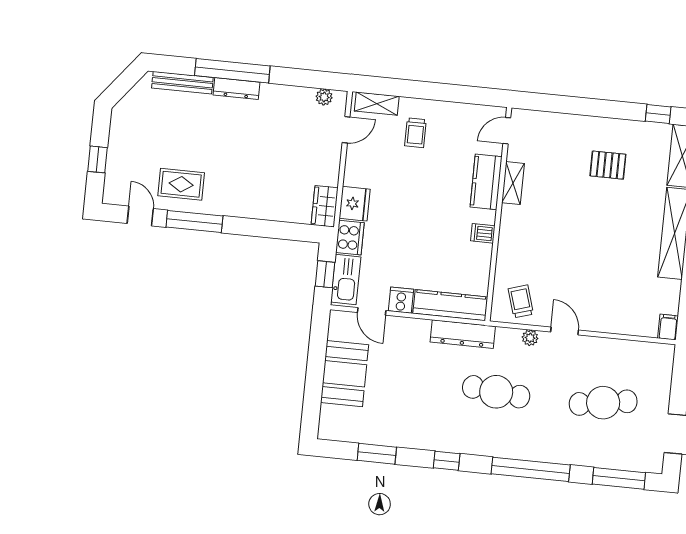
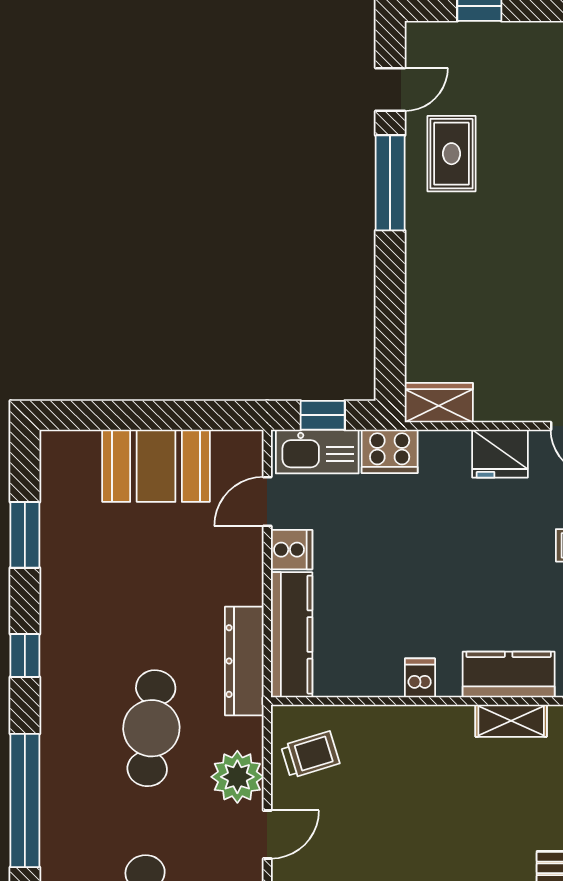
fridge: (355, 204) -> (500, 454), moved
plant: (530, 338) -> (237, 777), width x1.88, depth x1.88

